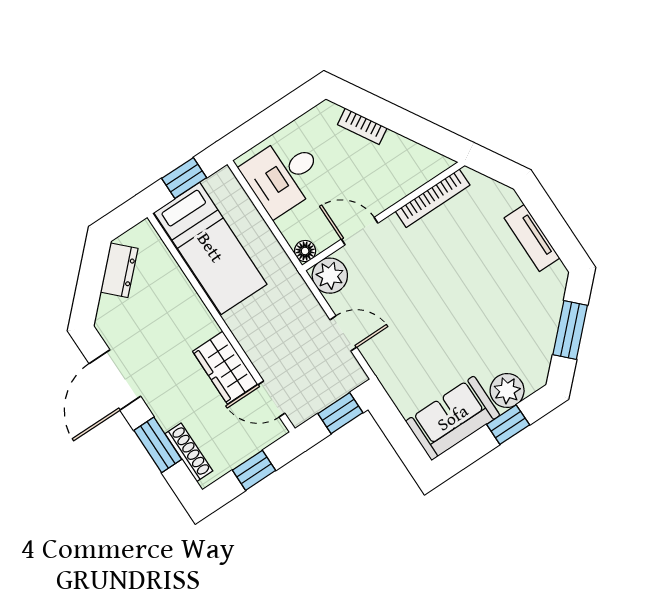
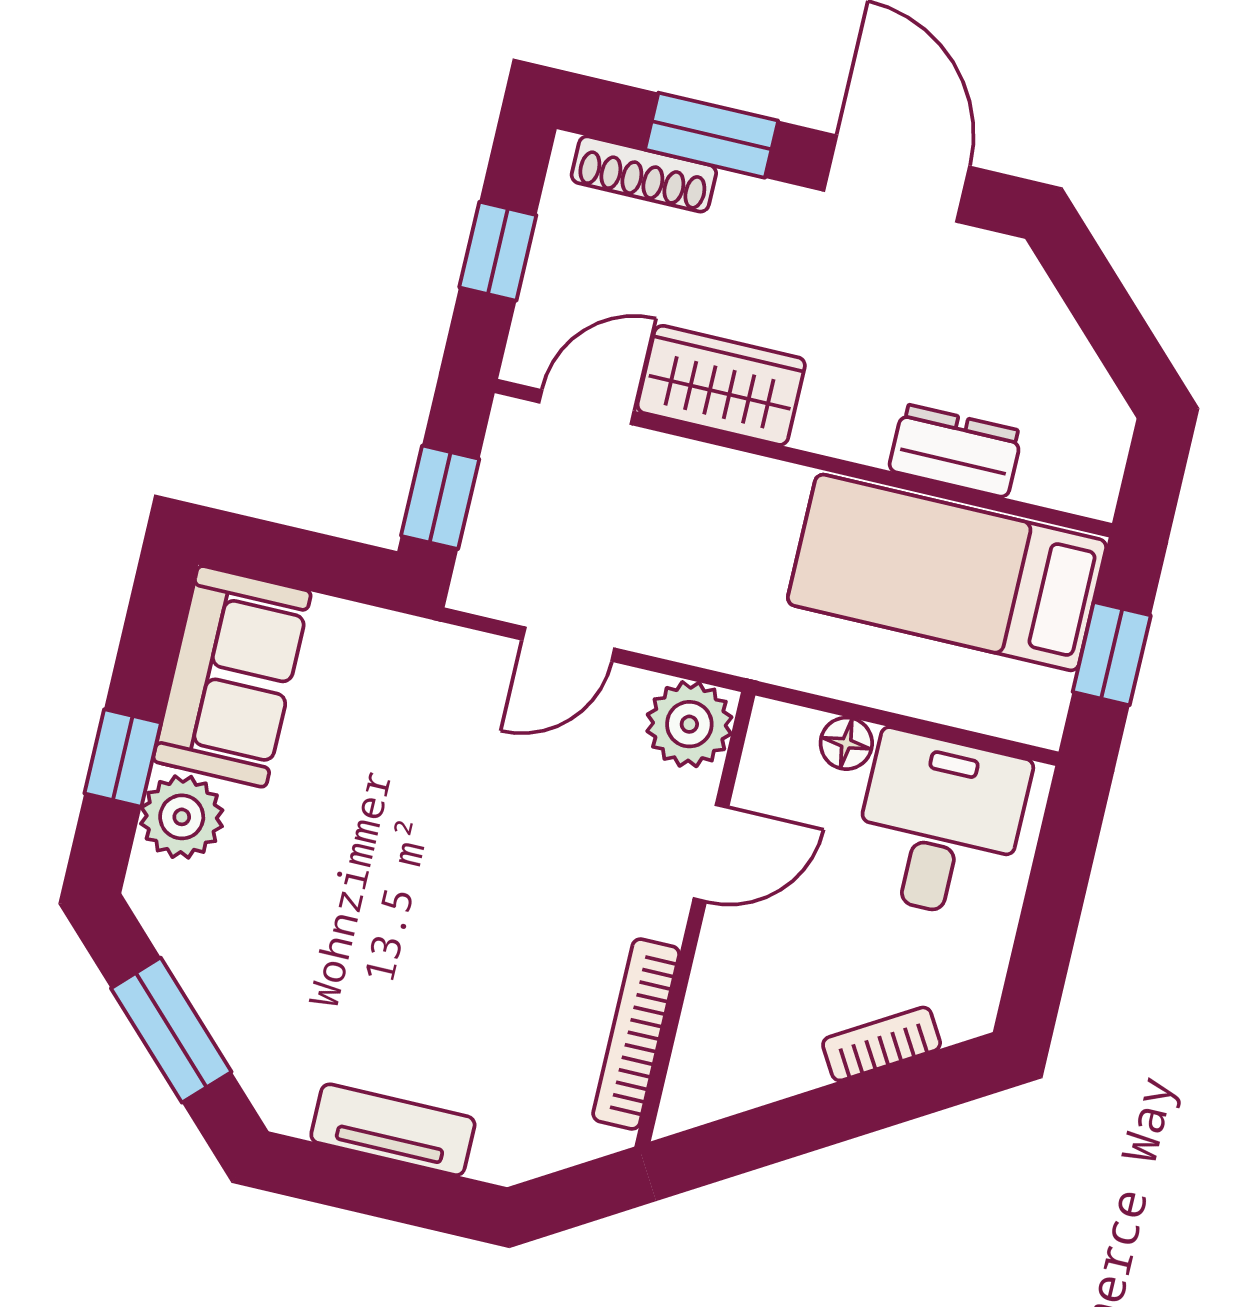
floor lamp: (305, 251) -> (846, 743), moved
dresser: (119, 270) -> (956, 451), moved, turned 135

